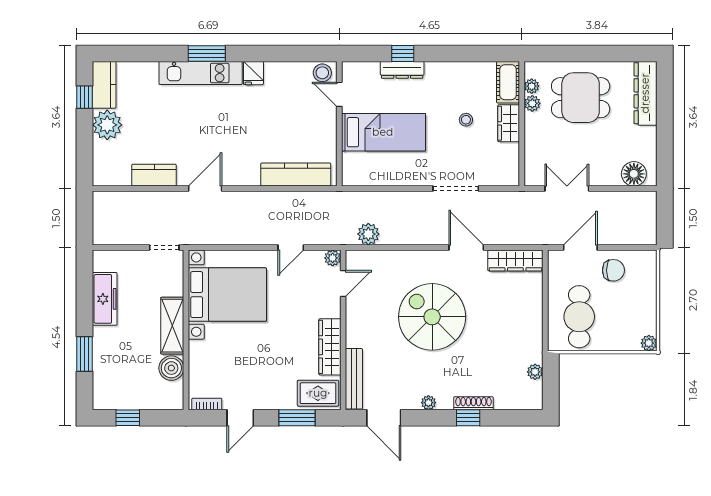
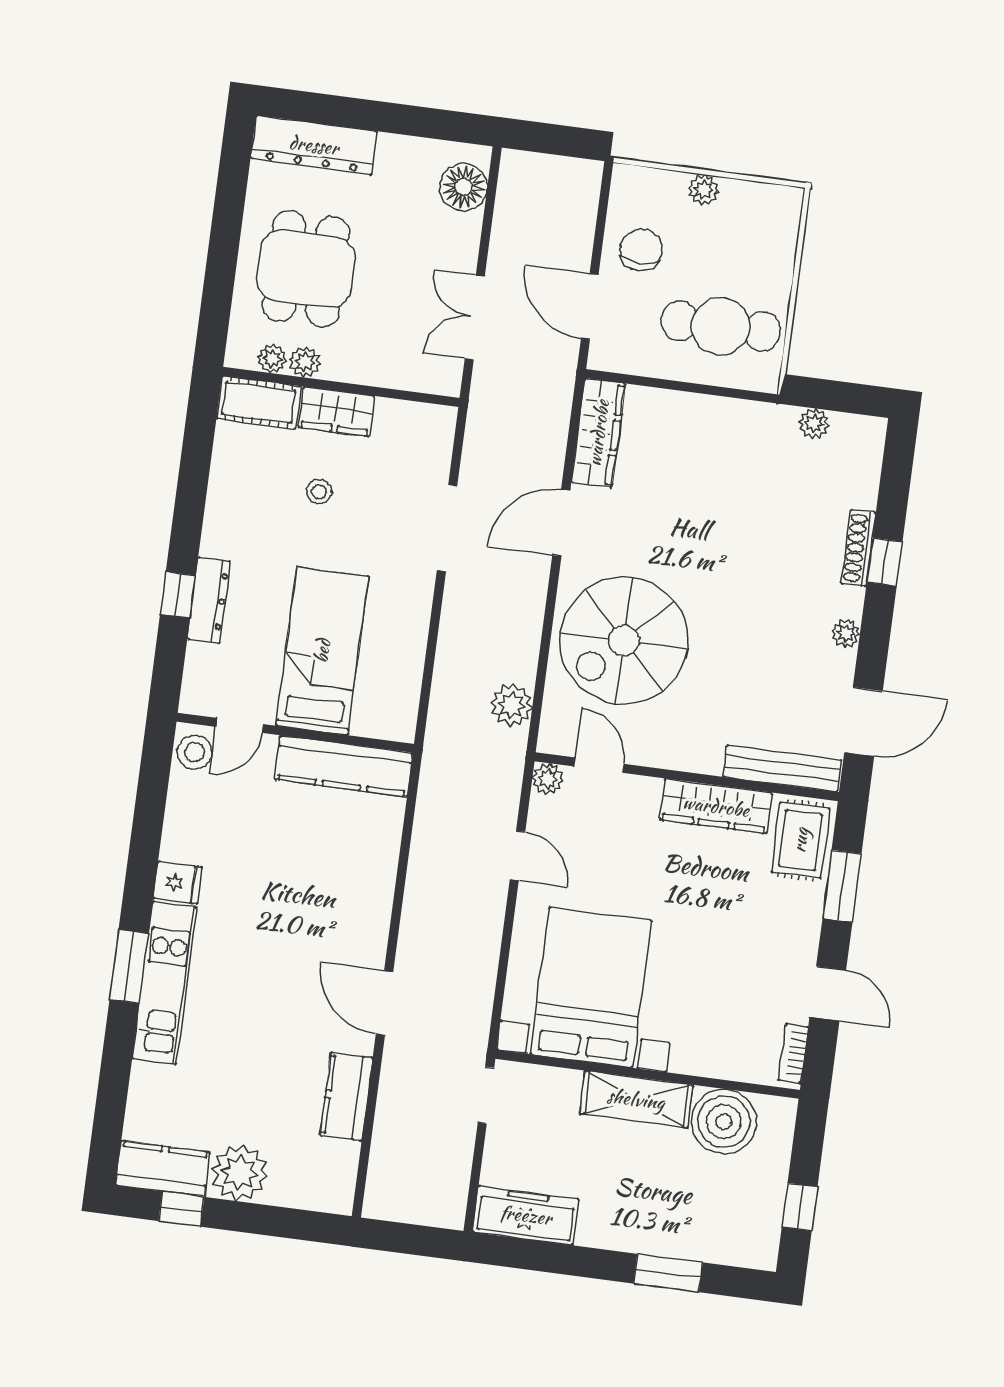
kitchen counter: (296, 175) -> (344, 766), moved, turned -90
freezer: (105, 299) -> (526, 1215), moved
spiral stairs: (432, 317) -> (624, 641), moved
plant: (649, 343) -> (703, 190), moved
boiler: (171, 368) -> (724, 1122), width x1.37, depth x1.37

